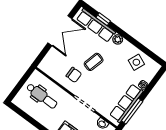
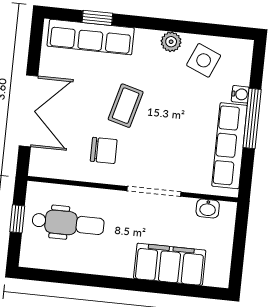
double door: (60, 31) -> (28, 111), moved
plant: (118, 39) -> (171, 42), moved
window: (22, 82) -> (17, 219), added
window: (132, 111) -> (252, 119), moved

